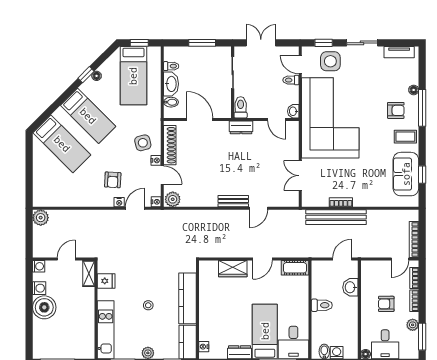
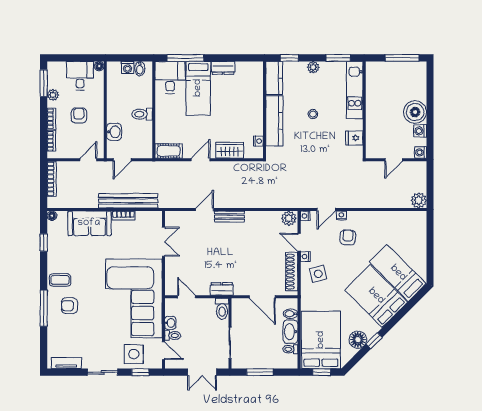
floor lamp: (97, 76) -> (358, 340), width x1.89, depth x1.89
bed: (133, 76) -> (321, 340), width x1.50
floor lamp: (414, 90) -> (52, 216), moved
washbasin: (293, 111) -> (170, 323), moved
bed: (88, 116) -> (376, 296), width x1.50
sofa: (406, 174) -> (89, 223), moved, turned 90
door: (400, 259) -> (88, 160), moved
shelving: (89, 273) -> (371, 145), removed
armchair: (386, 304) -> (79, 115), turned -90
nightstand: (204, 347) -> (258, 141), moved

